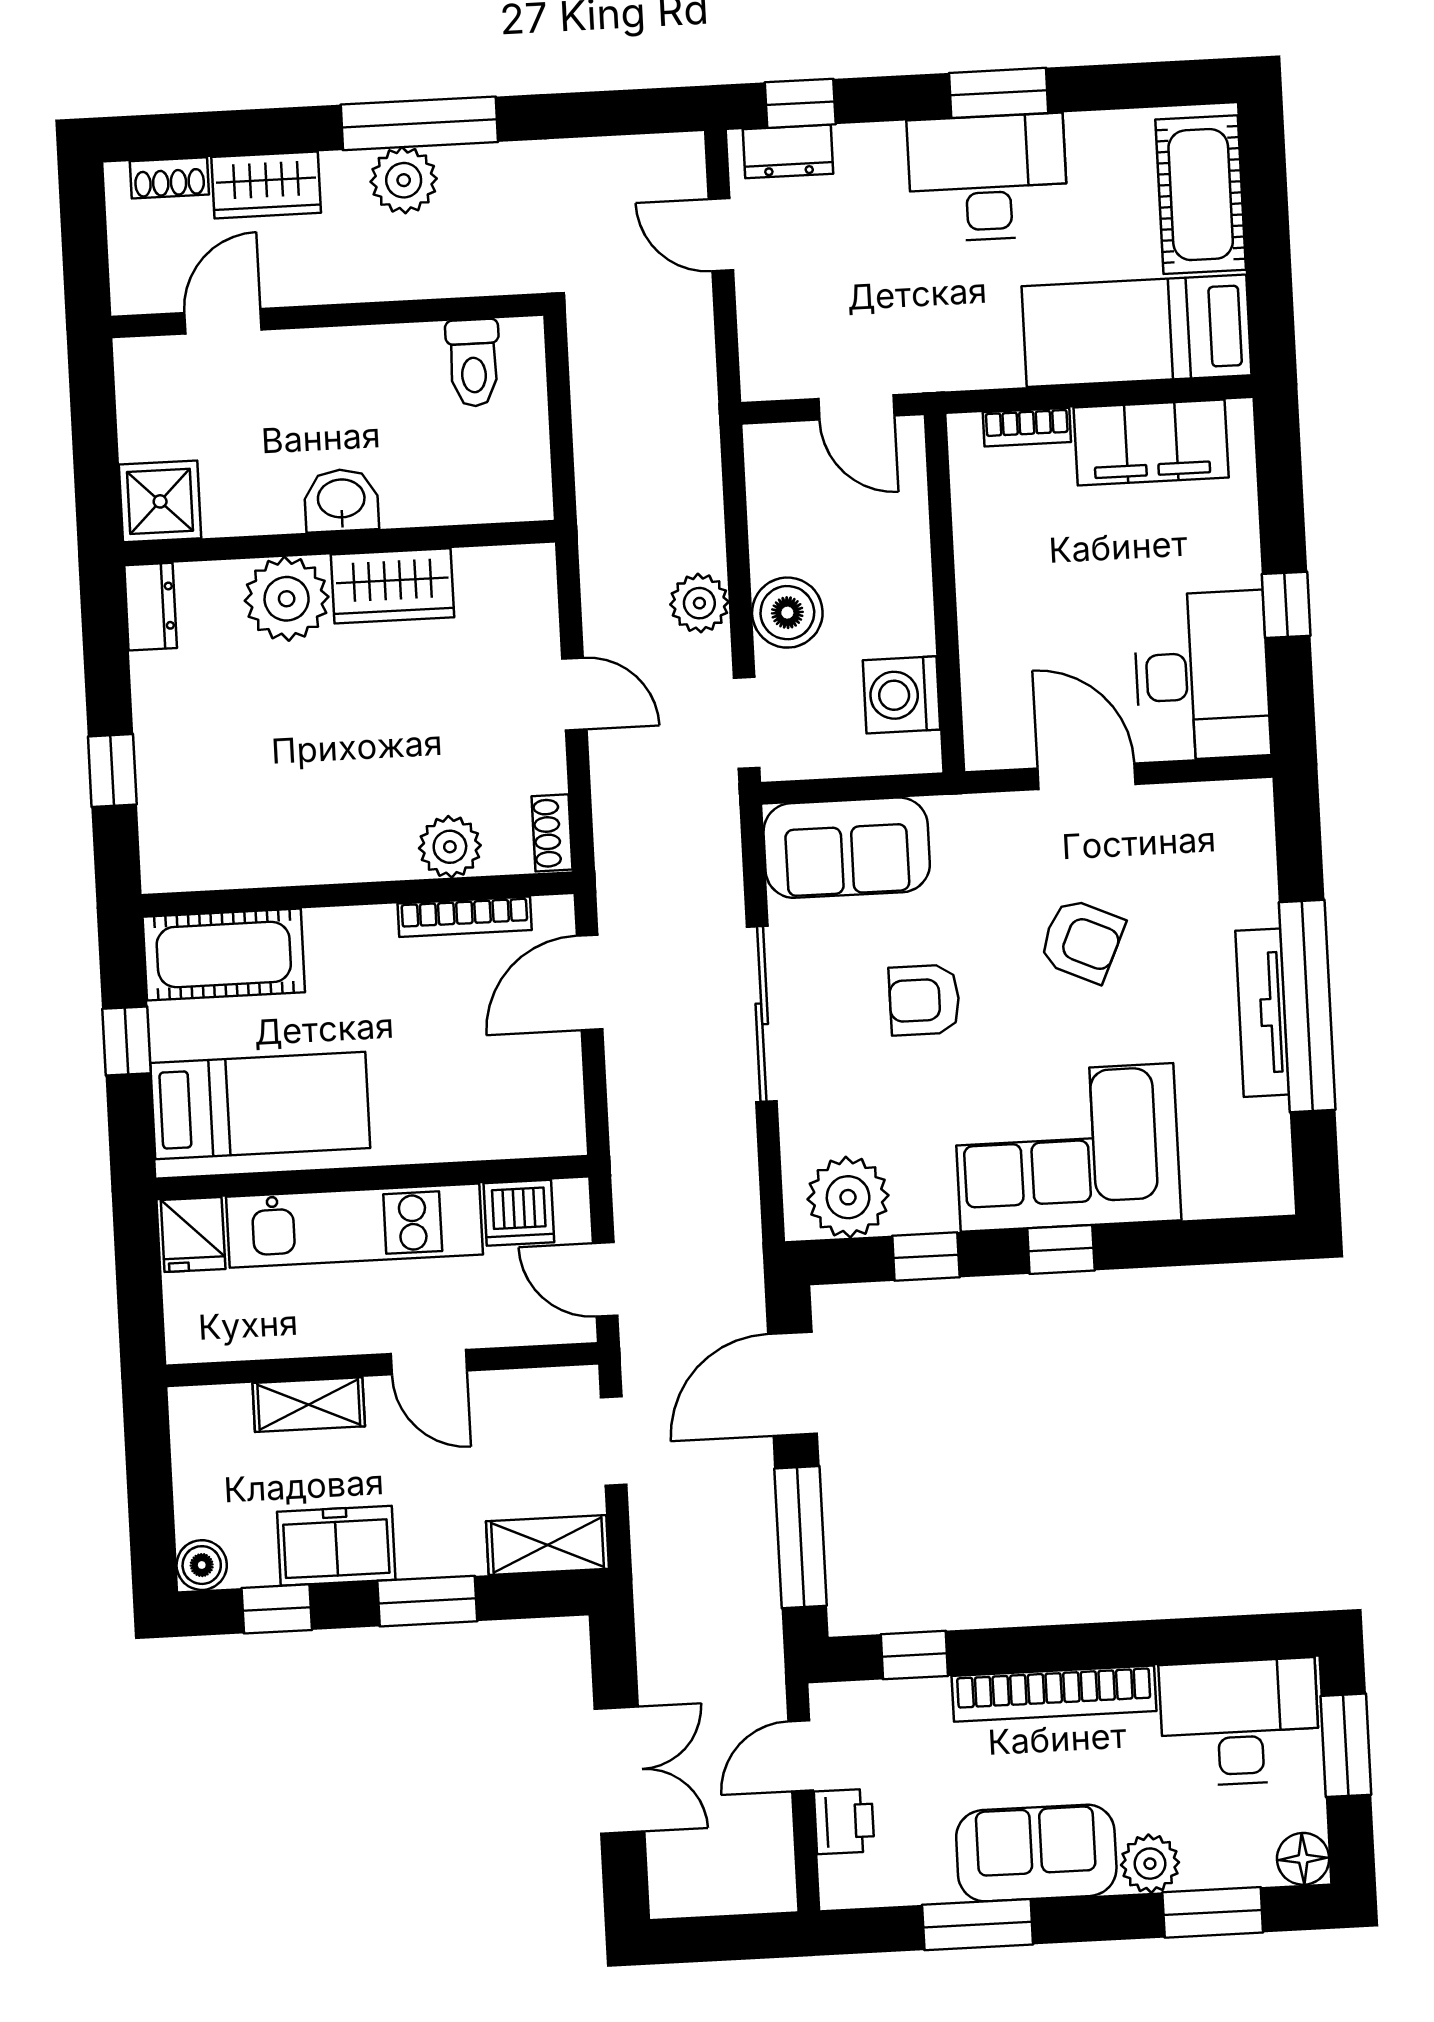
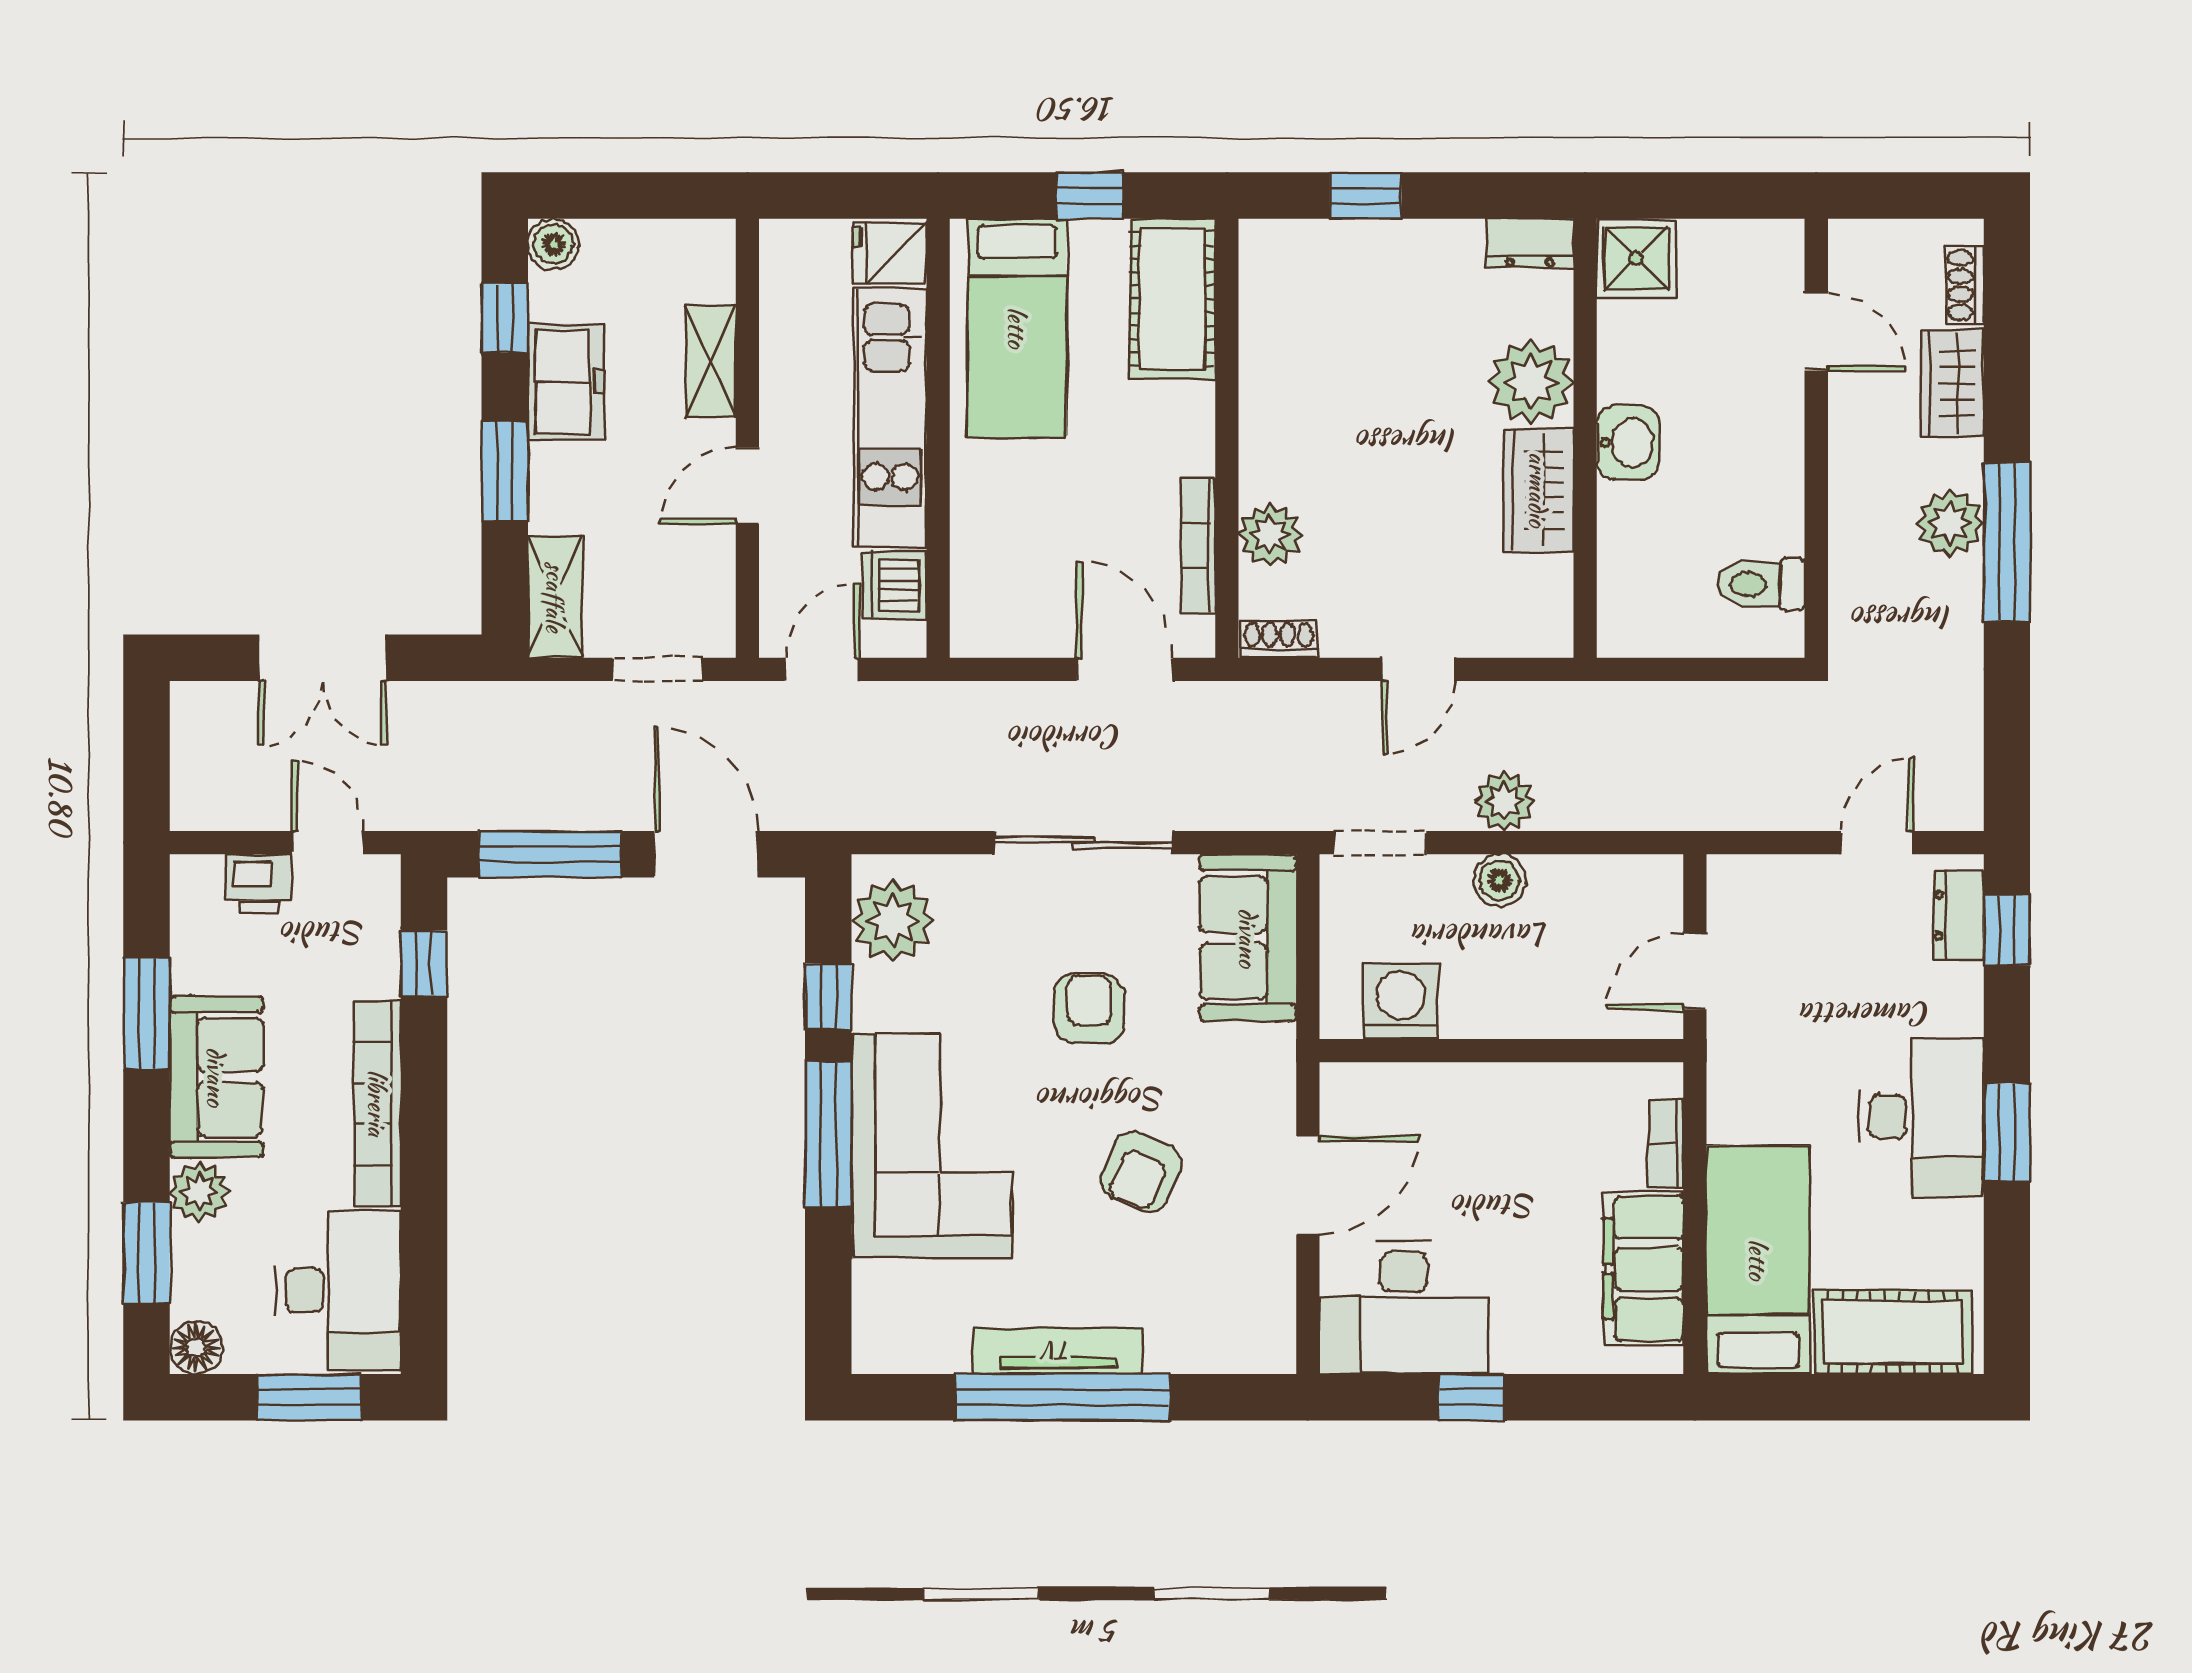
boiler: (787, 613) -> (1500, 880), width x0.73, depth x0.73
window: (1061, 1249) -> (828, 1134), width x2.17

